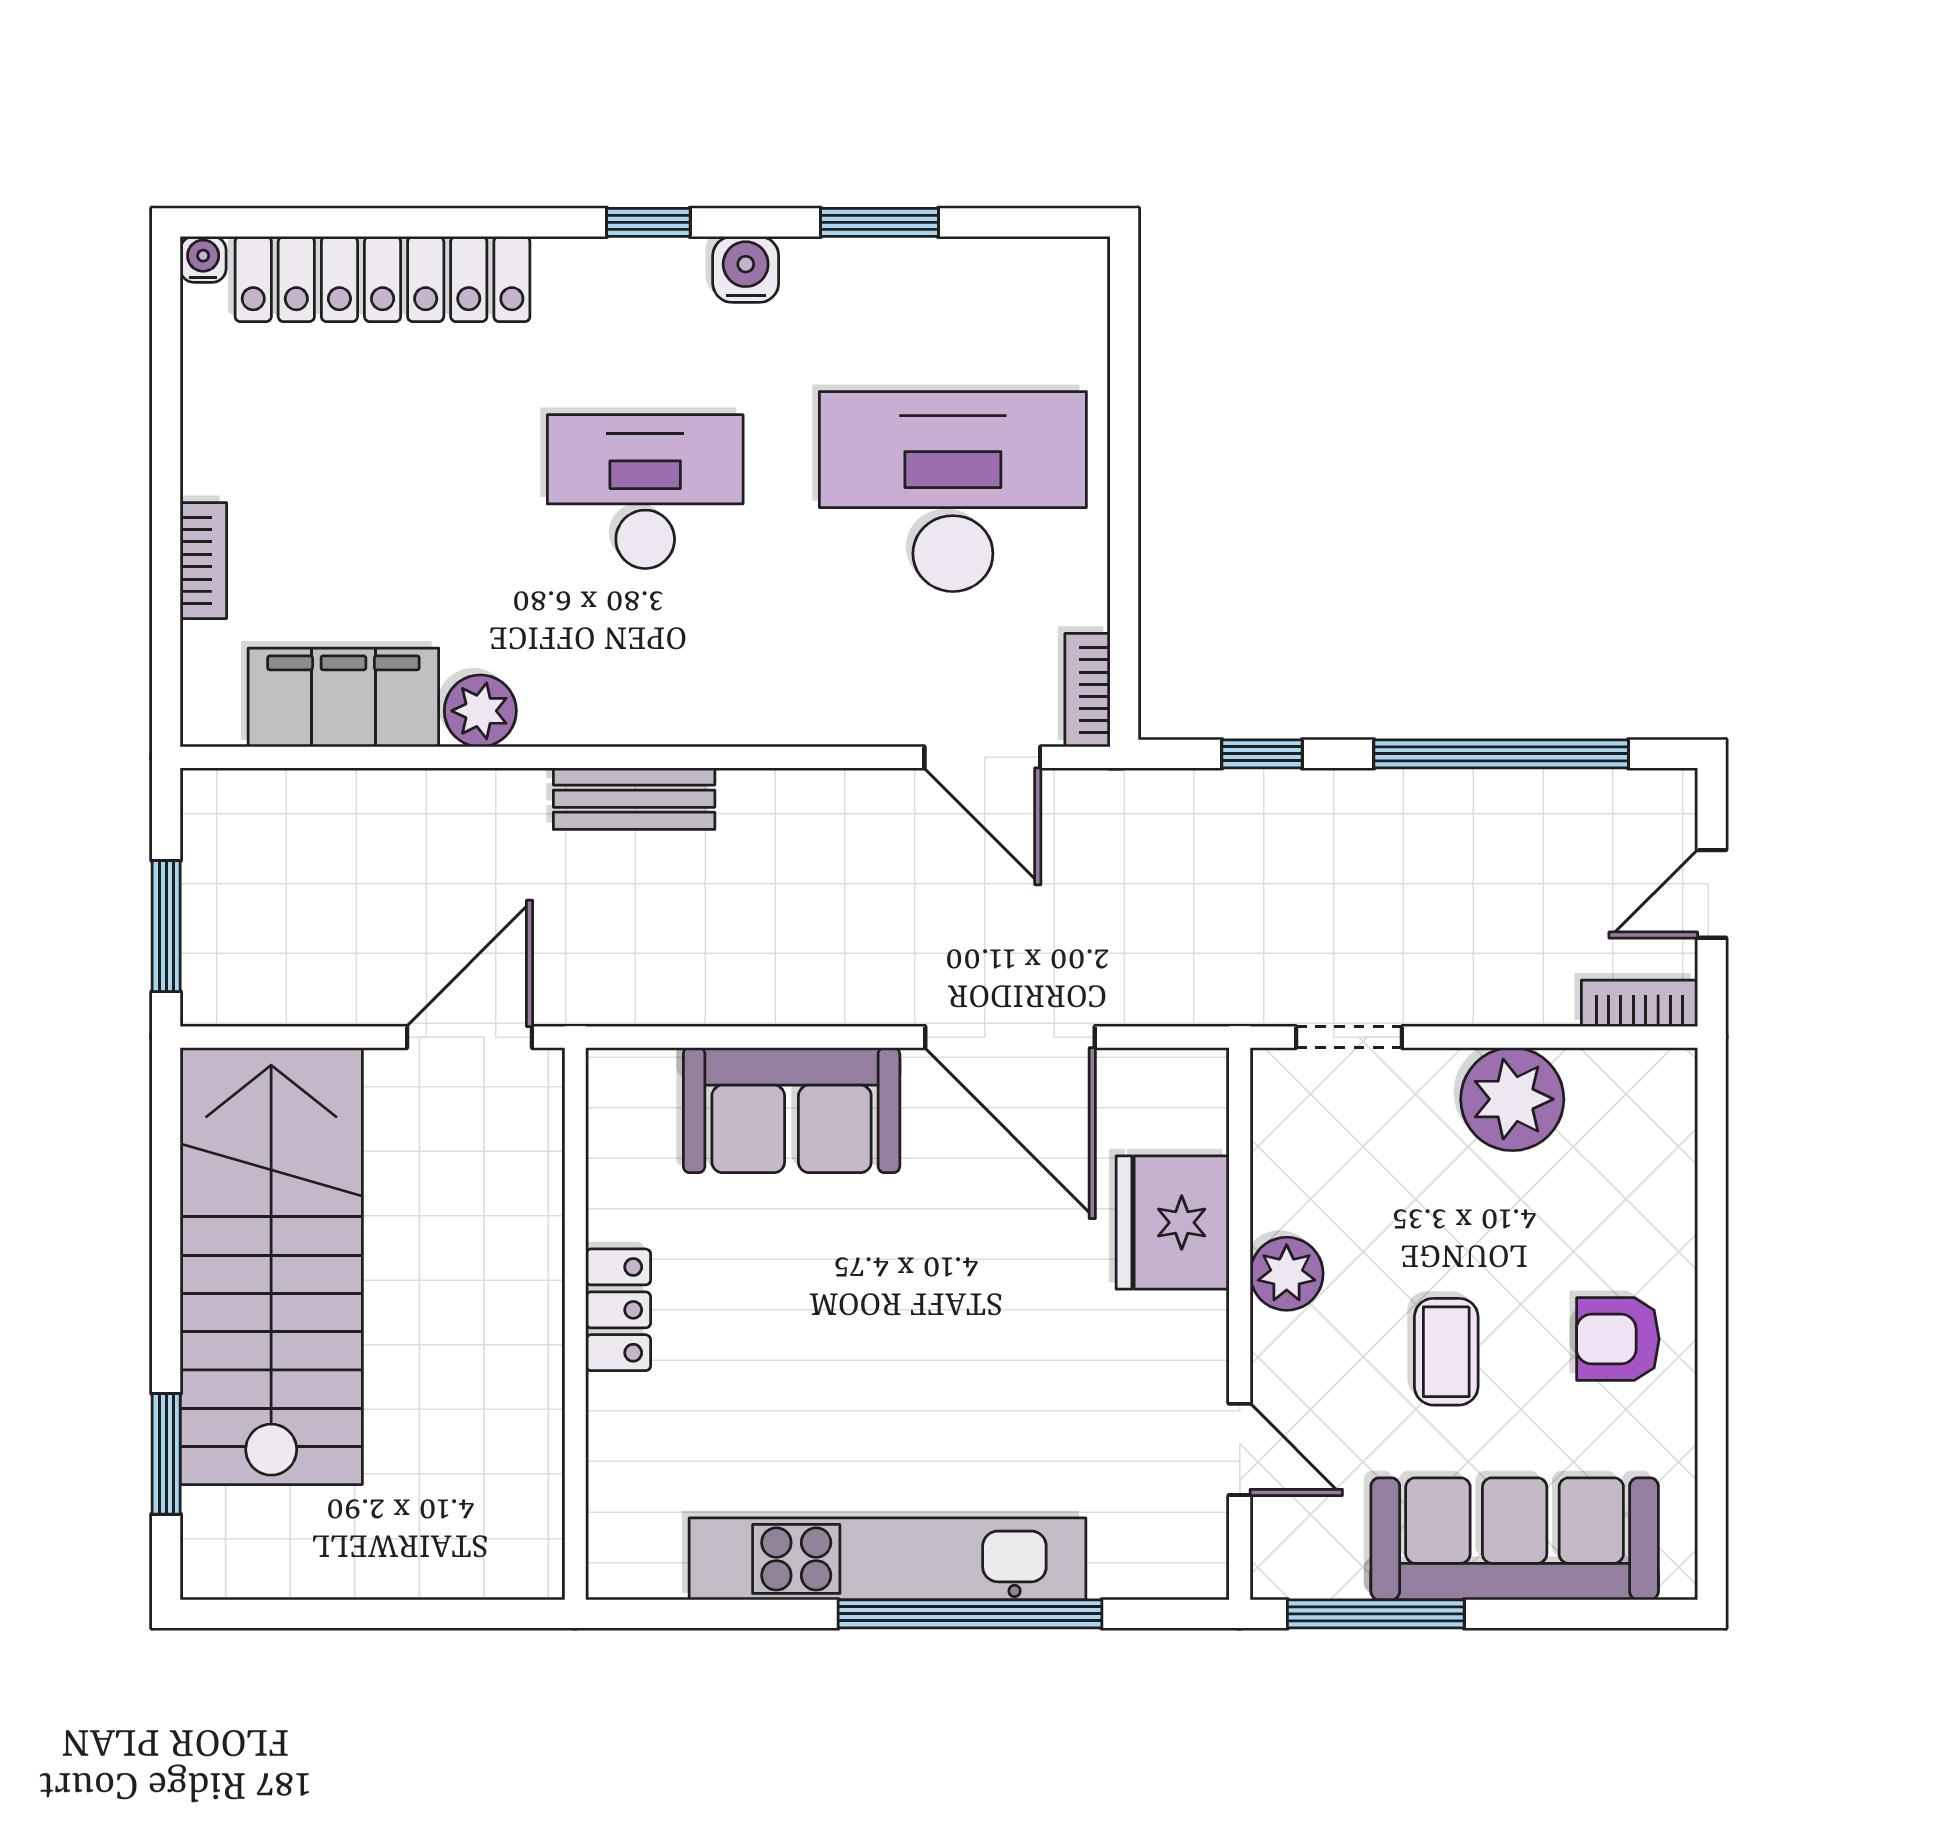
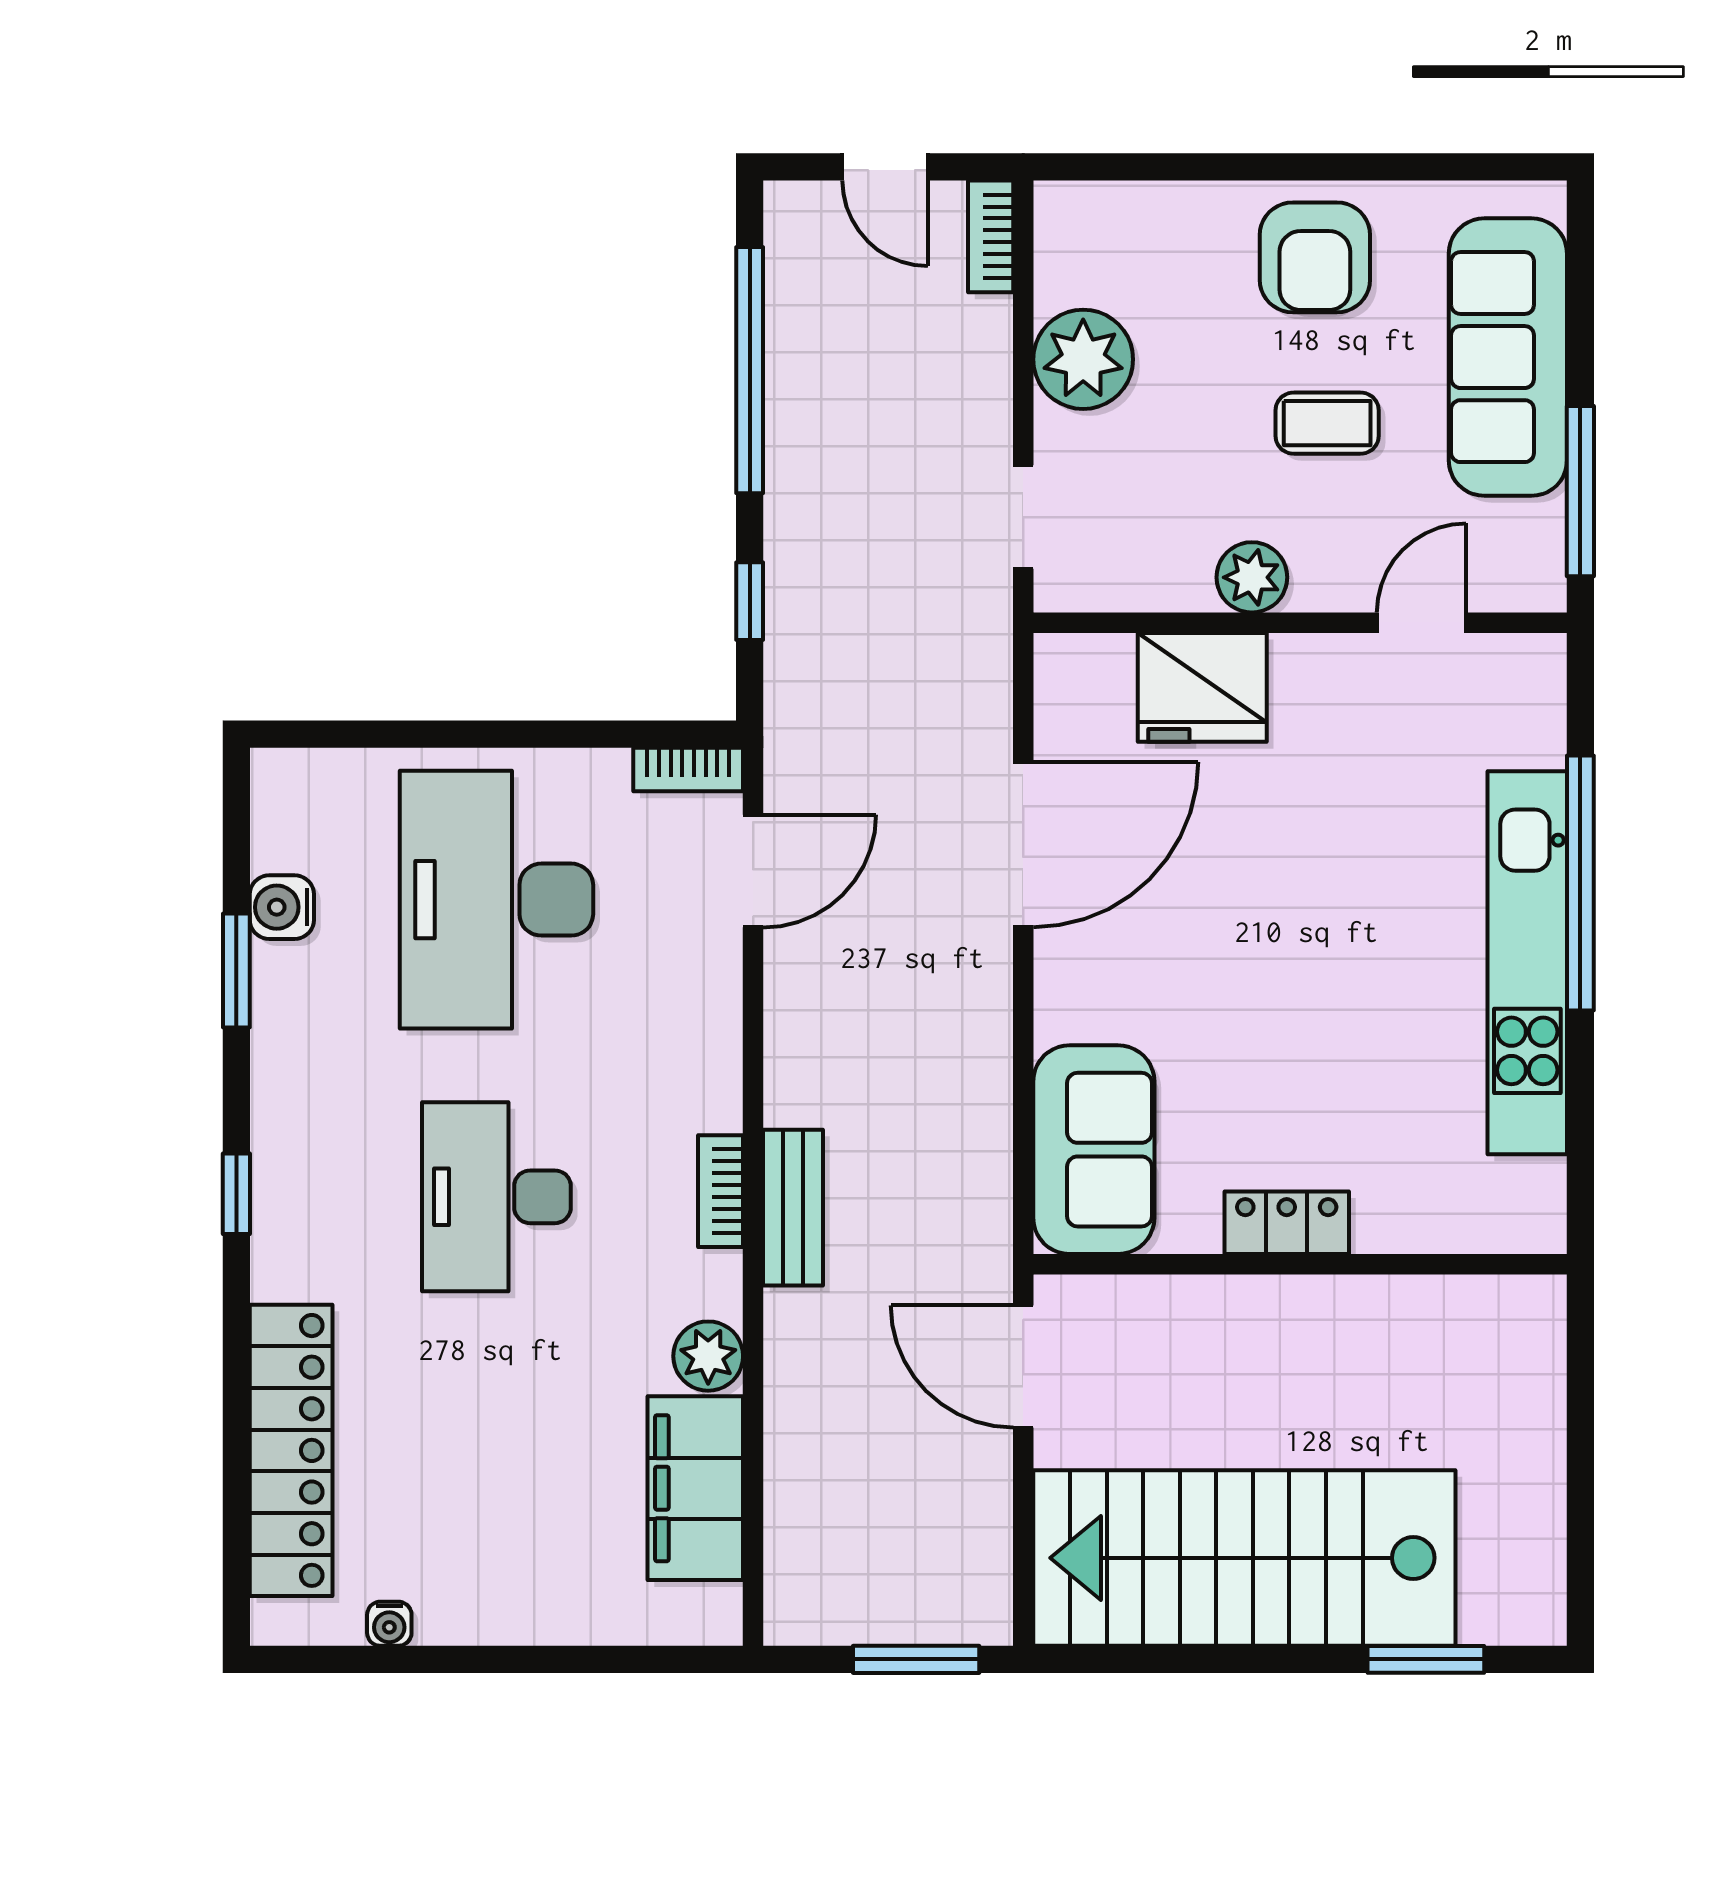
water cooler: (203, 259) -> (389, 1624), moved, turned -90
water cooler: (746, 269) -> (282, 907), moved
bookcase: (203, 561) -> (721, 1191), moved, turned -90
sofa: (792, 1110) -> (1094, 1150), moved
armchair: (1618, 1339) -> (1315, 257), width x1.38, depth x1.38

